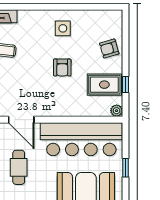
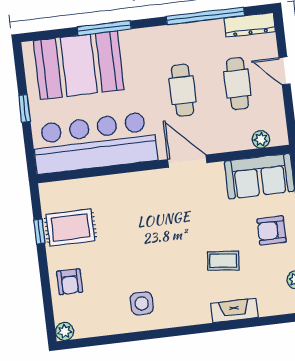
armchair: (109, 49) -> (70, 282), turned 106
armchair: (62, 67) -> (136, 245), removed
plant: (117, 111) -> (65, 331), moved

